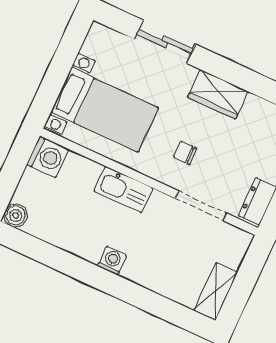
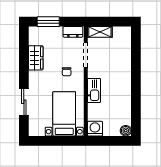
wardrobe: (218, 94) -> (36, 58), moved
washing machine: (112, 261) -> (126, 81), removed
shelving: (216, 291) -> (100, 32), moved

